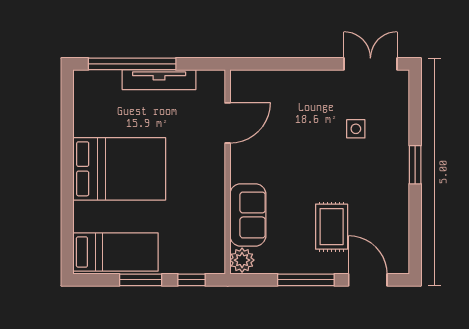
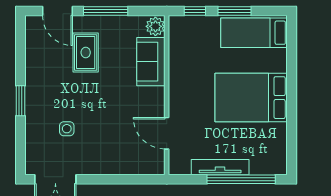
door: (228, 123) -> (167, 133), hinge flipped

